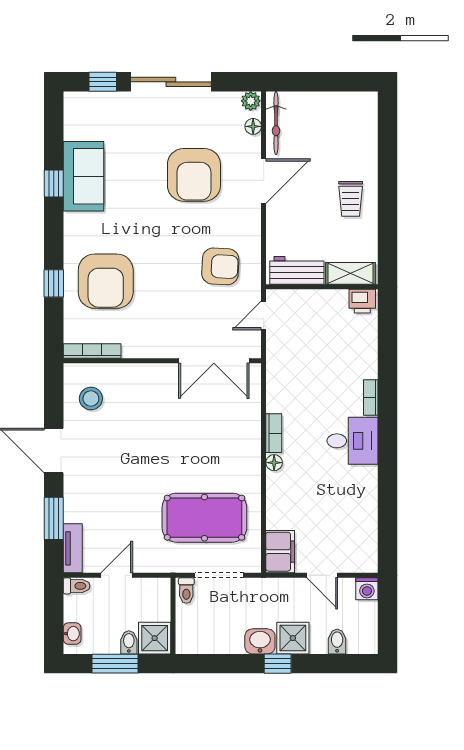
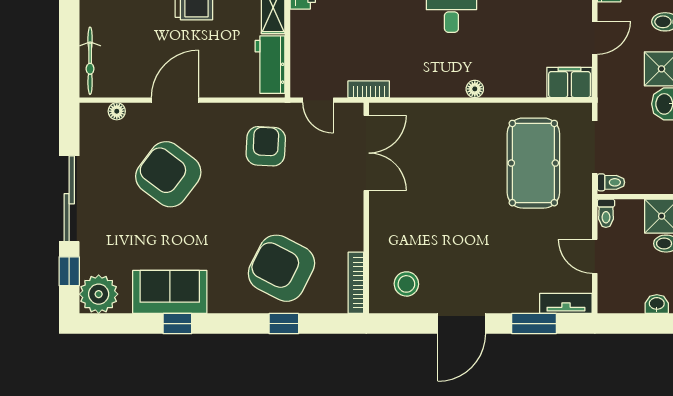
plant: (251, 101) -> (99, 294), moved, width x1.87, depth x1.87
bicycle: (276, 123) -> (90, 61), moved, turned 90
armchair: (194, 175) -> (168, 174), turned -143
door: (264, 181) -> (175, 100), hinge flipped
armchair: (106, 281) -> (281, 268), turned -153
bookcase: (274, 433) -> (369, 89), moved
toilet: (77, 586) -> (606, 213), moved, turned 180

